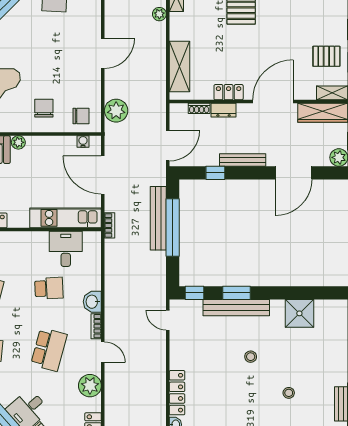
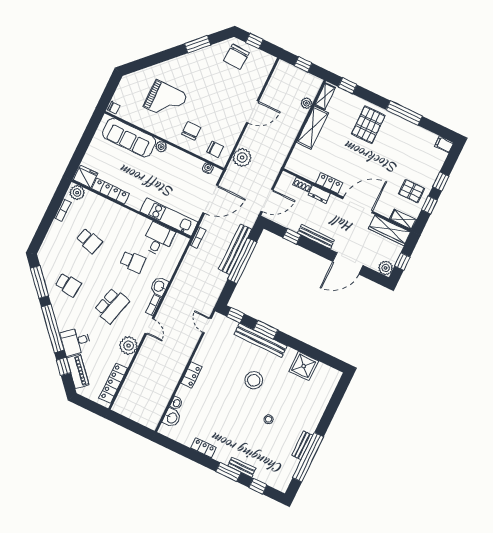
shelving: (179, 66) -> (312, 128), moved
door: (103, 175) -> (210, 199), swing flipped
stool: (251, 357) -> (254, 380), width x1.89, depth x1.89
locker: (177, 393) -> (191, 375), width x0.66

